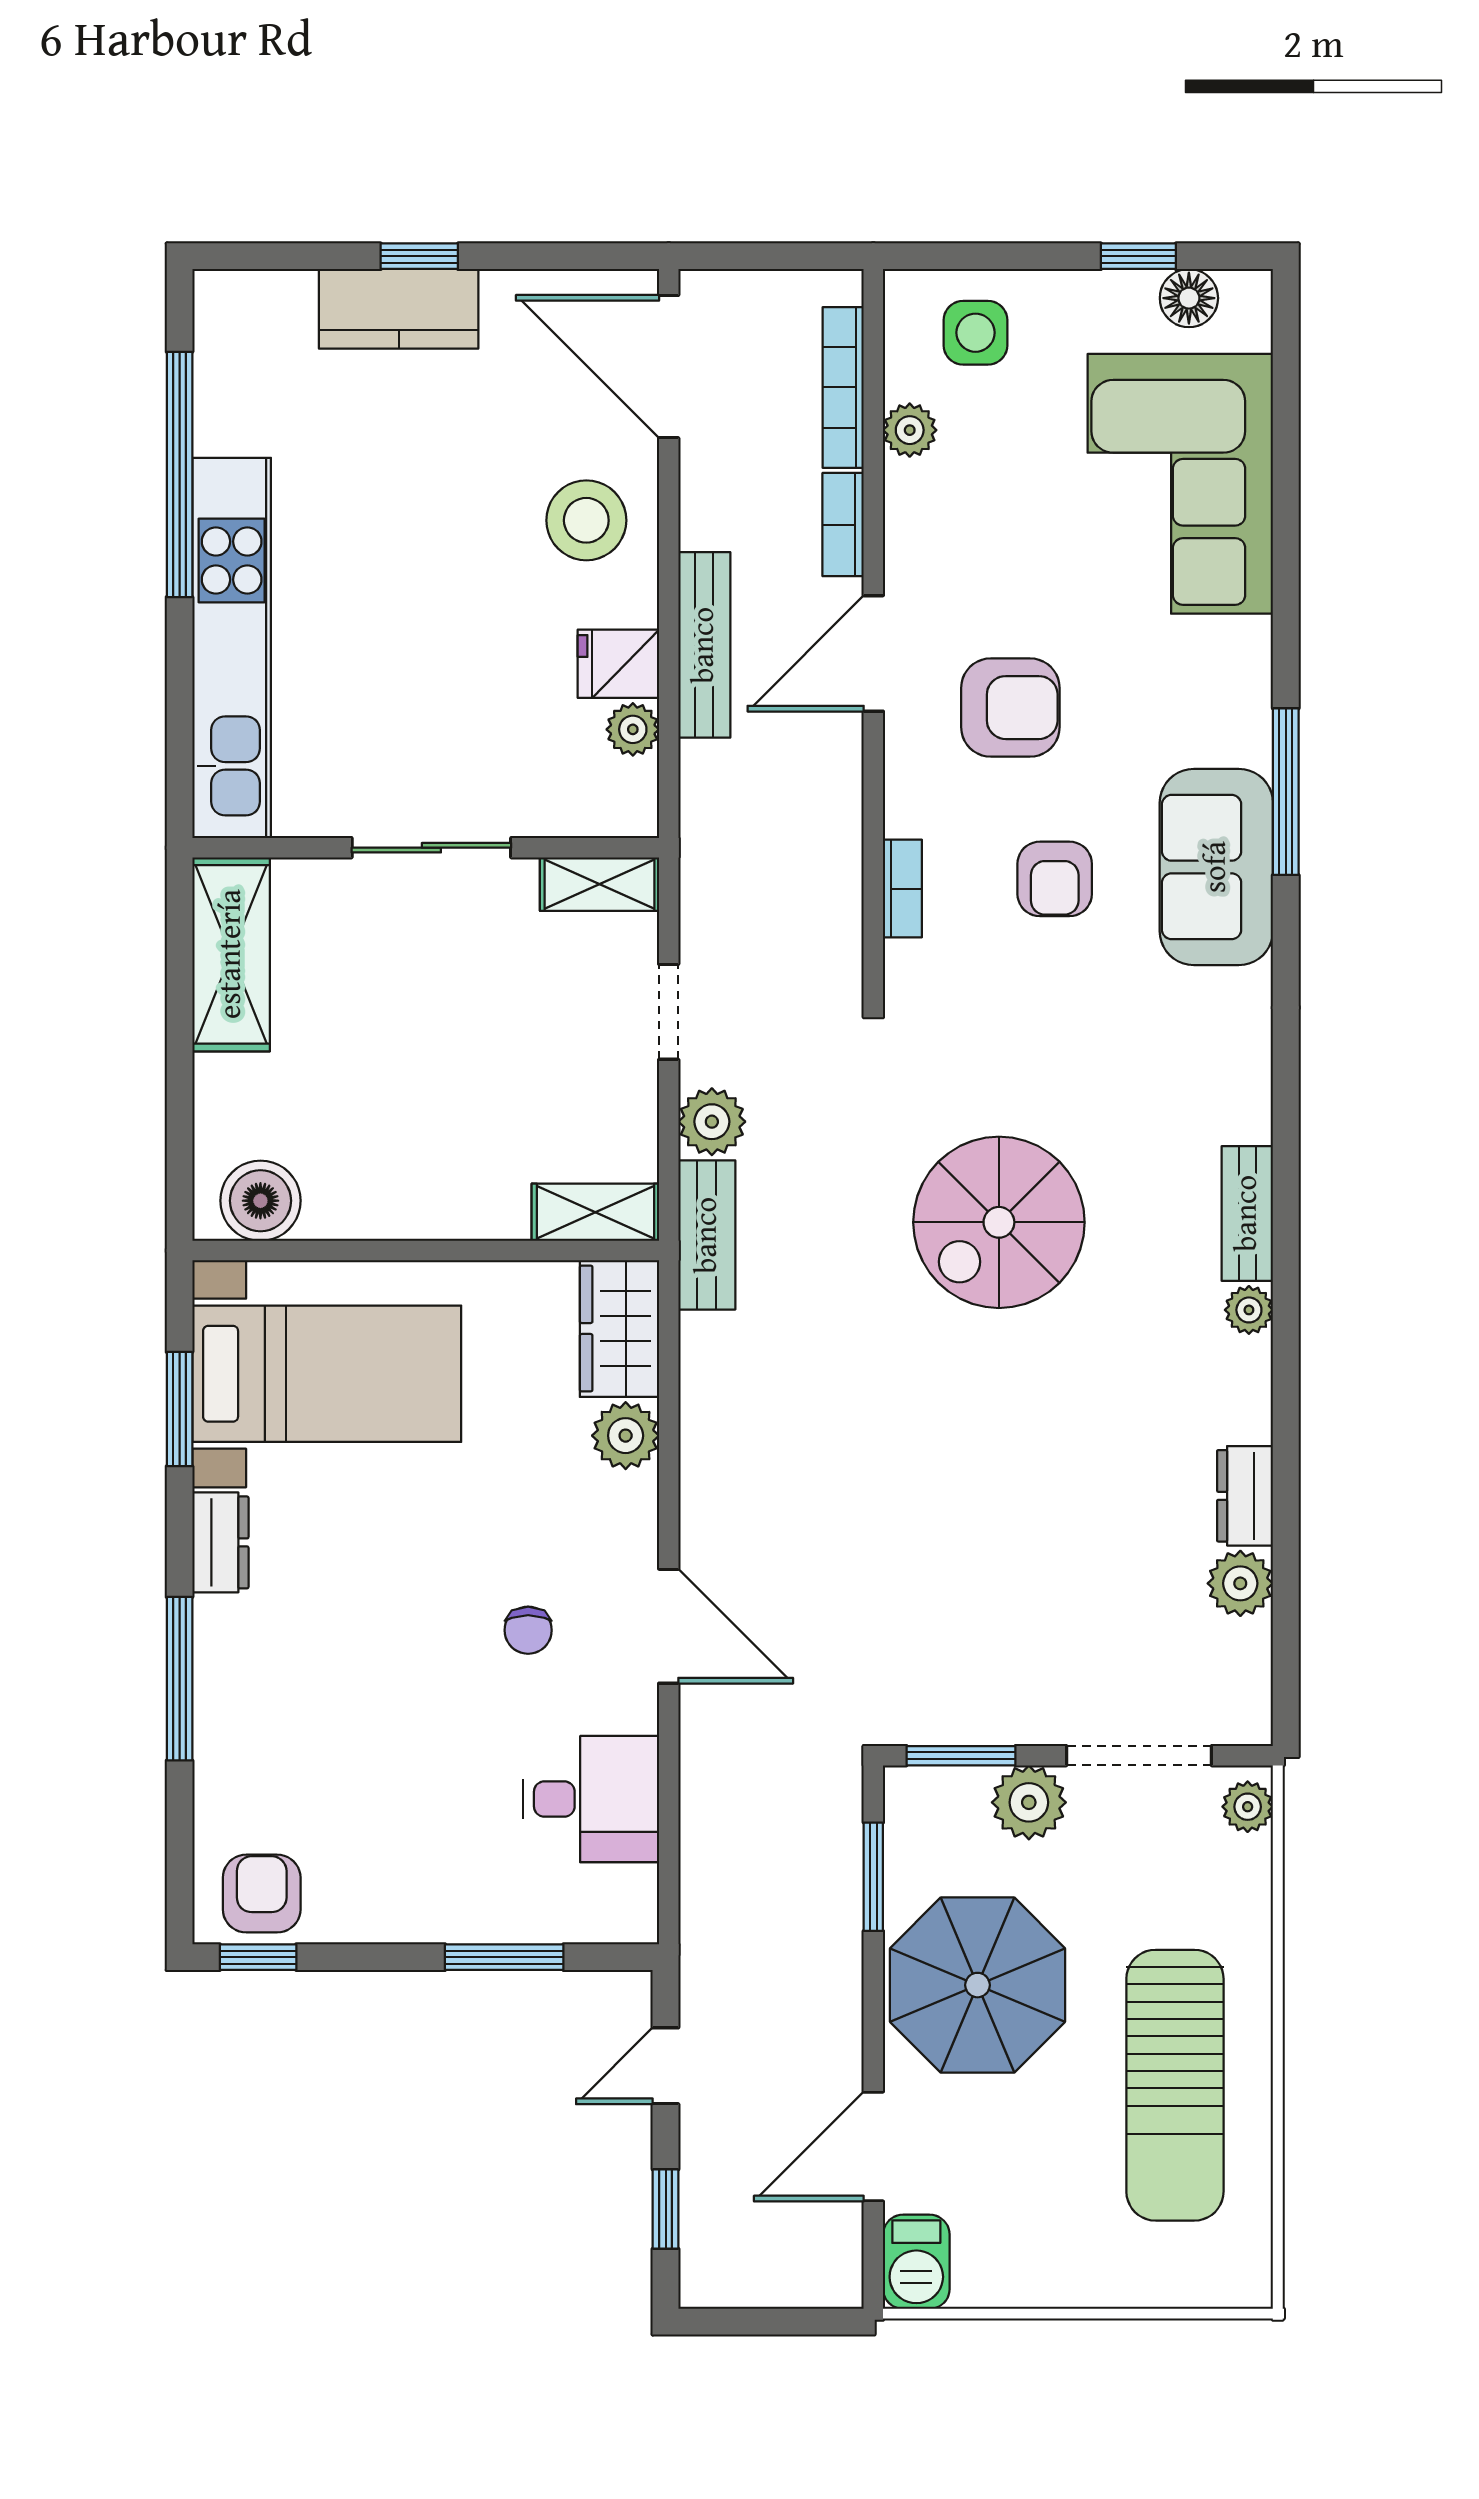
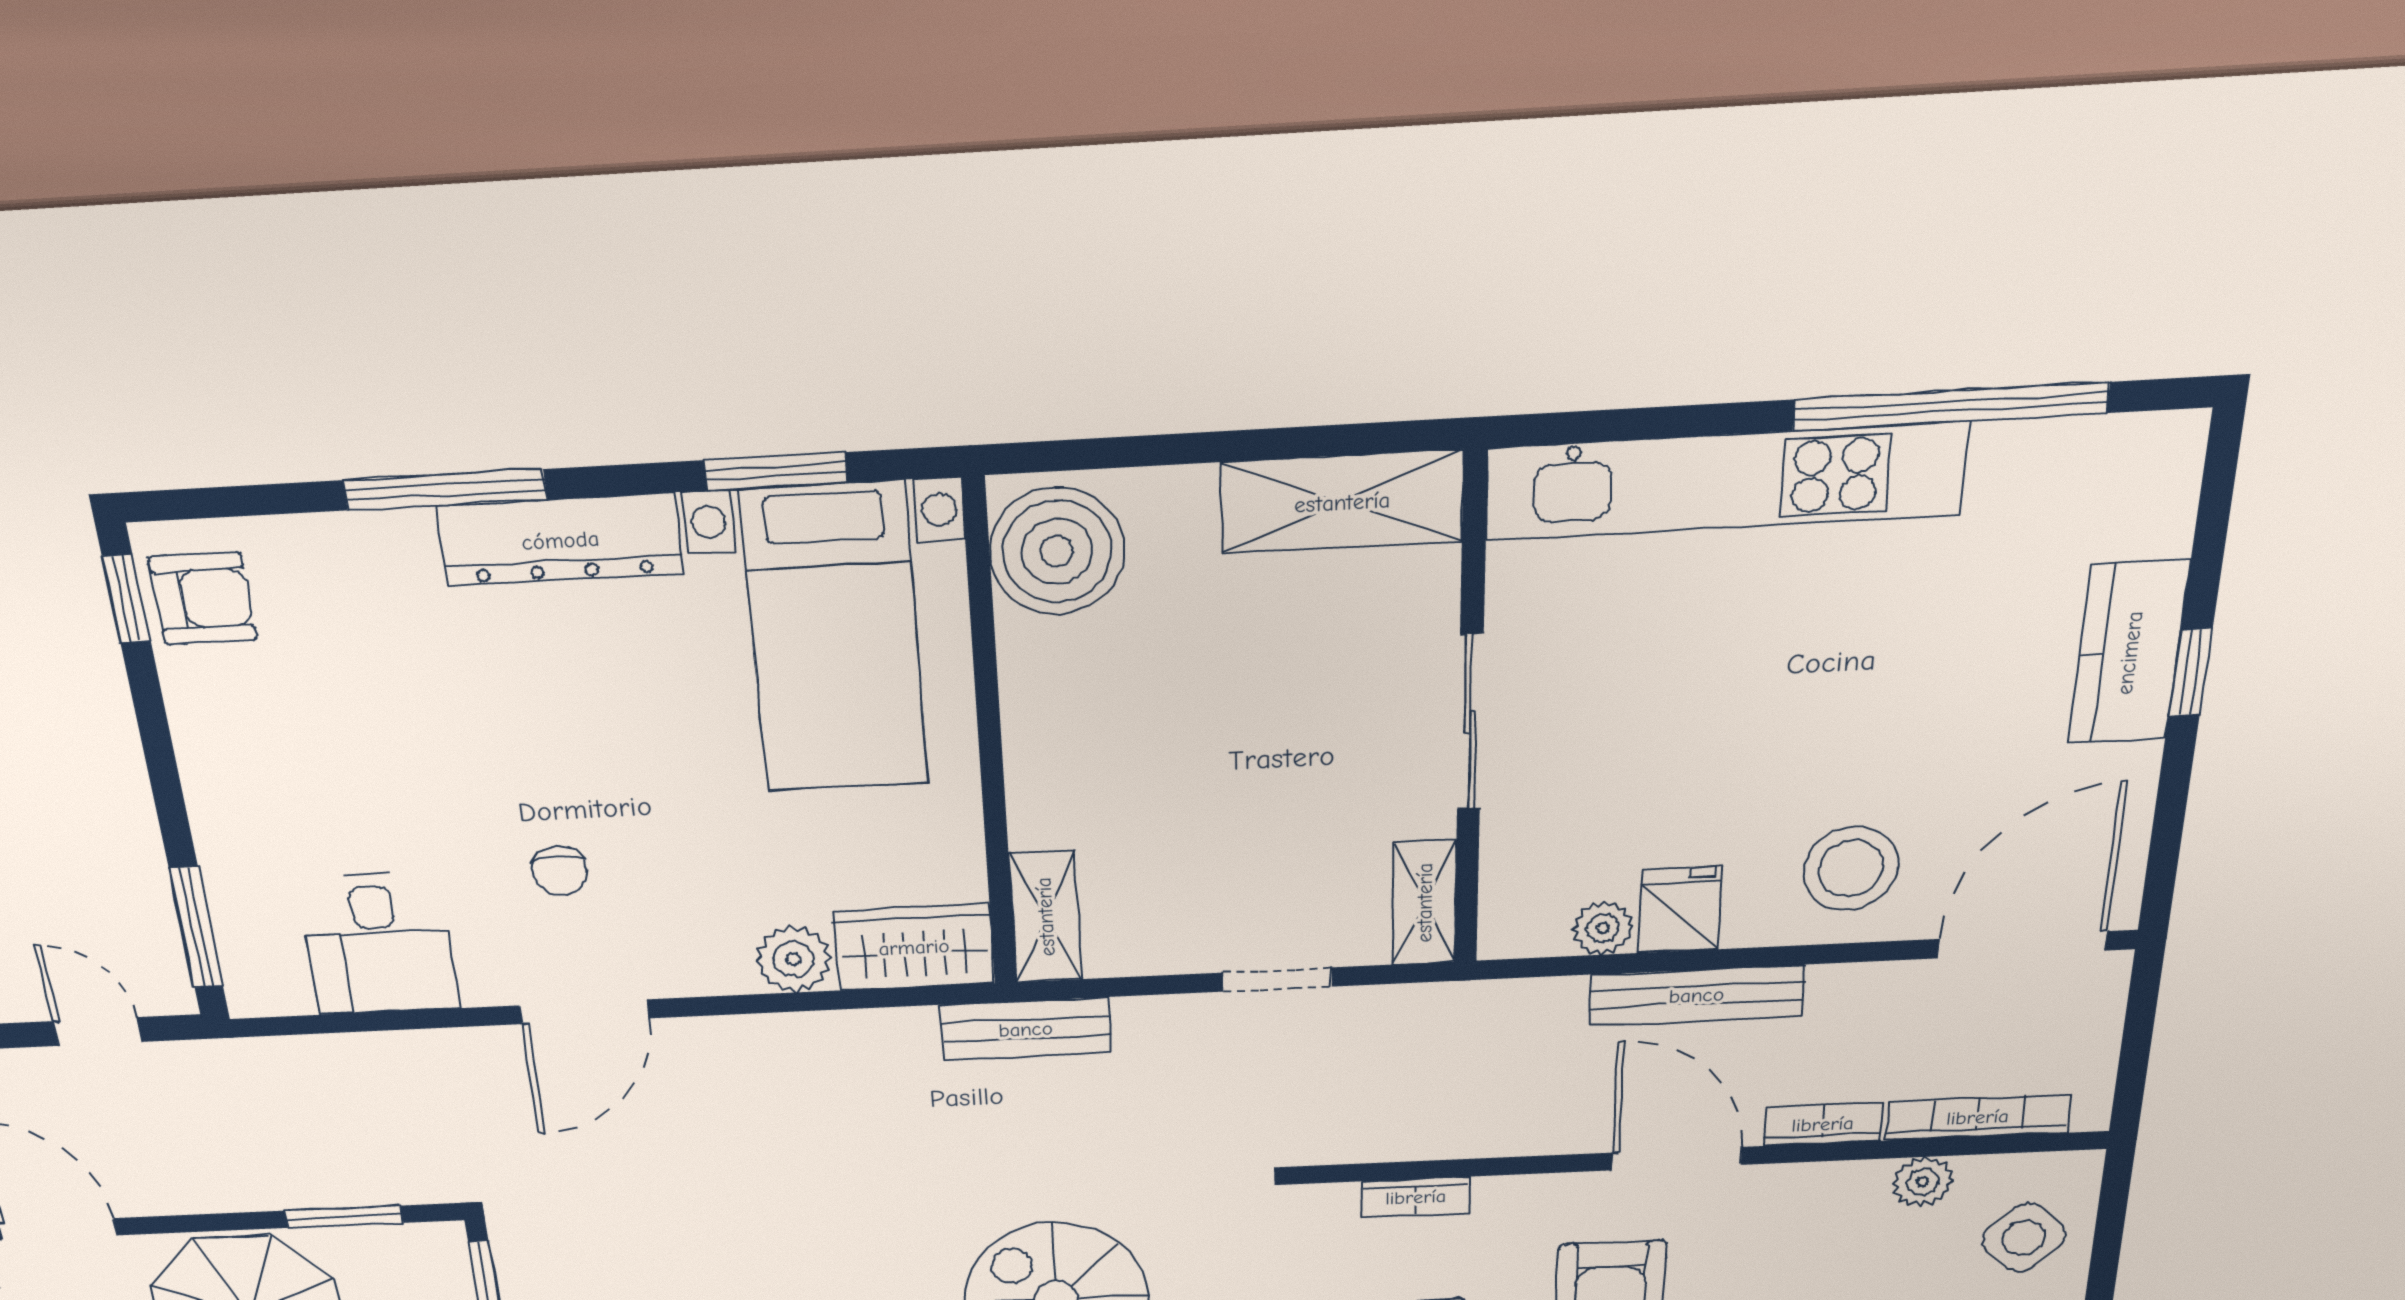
side table: (976, 333) -> (2024, 1238), turned 45
plant: (712, 1122) -> (1154, 1028), removed
boiler: (260, 1201) -> (1057, 551), width x1.37, depth x1.37
dresser: (220, 1542) -> (560, 540), width x1.96, depth x1.24
chair: (528, 1630) -> (560, 871), turned -90
window: (504, 1957) -> (196, 928), moved

